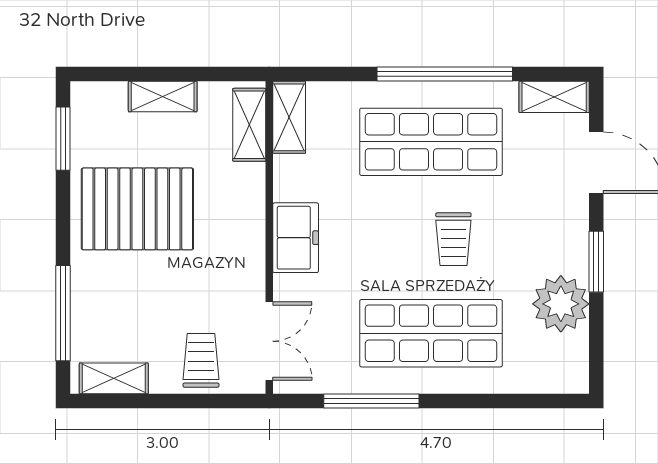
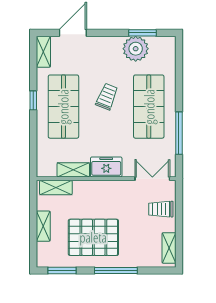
window: (445, 74) -> (33, 100), width x0.32
shelving: (289, 117) -> (73, 170), moved
pallet: (137, 209) -> (93, 237), turned 90
trolley: (453, 239) -> (107, 97), turned -68
window: (596, 262) -> (143, 33), moved
window: (63, 313) -> (116, 271), moved

